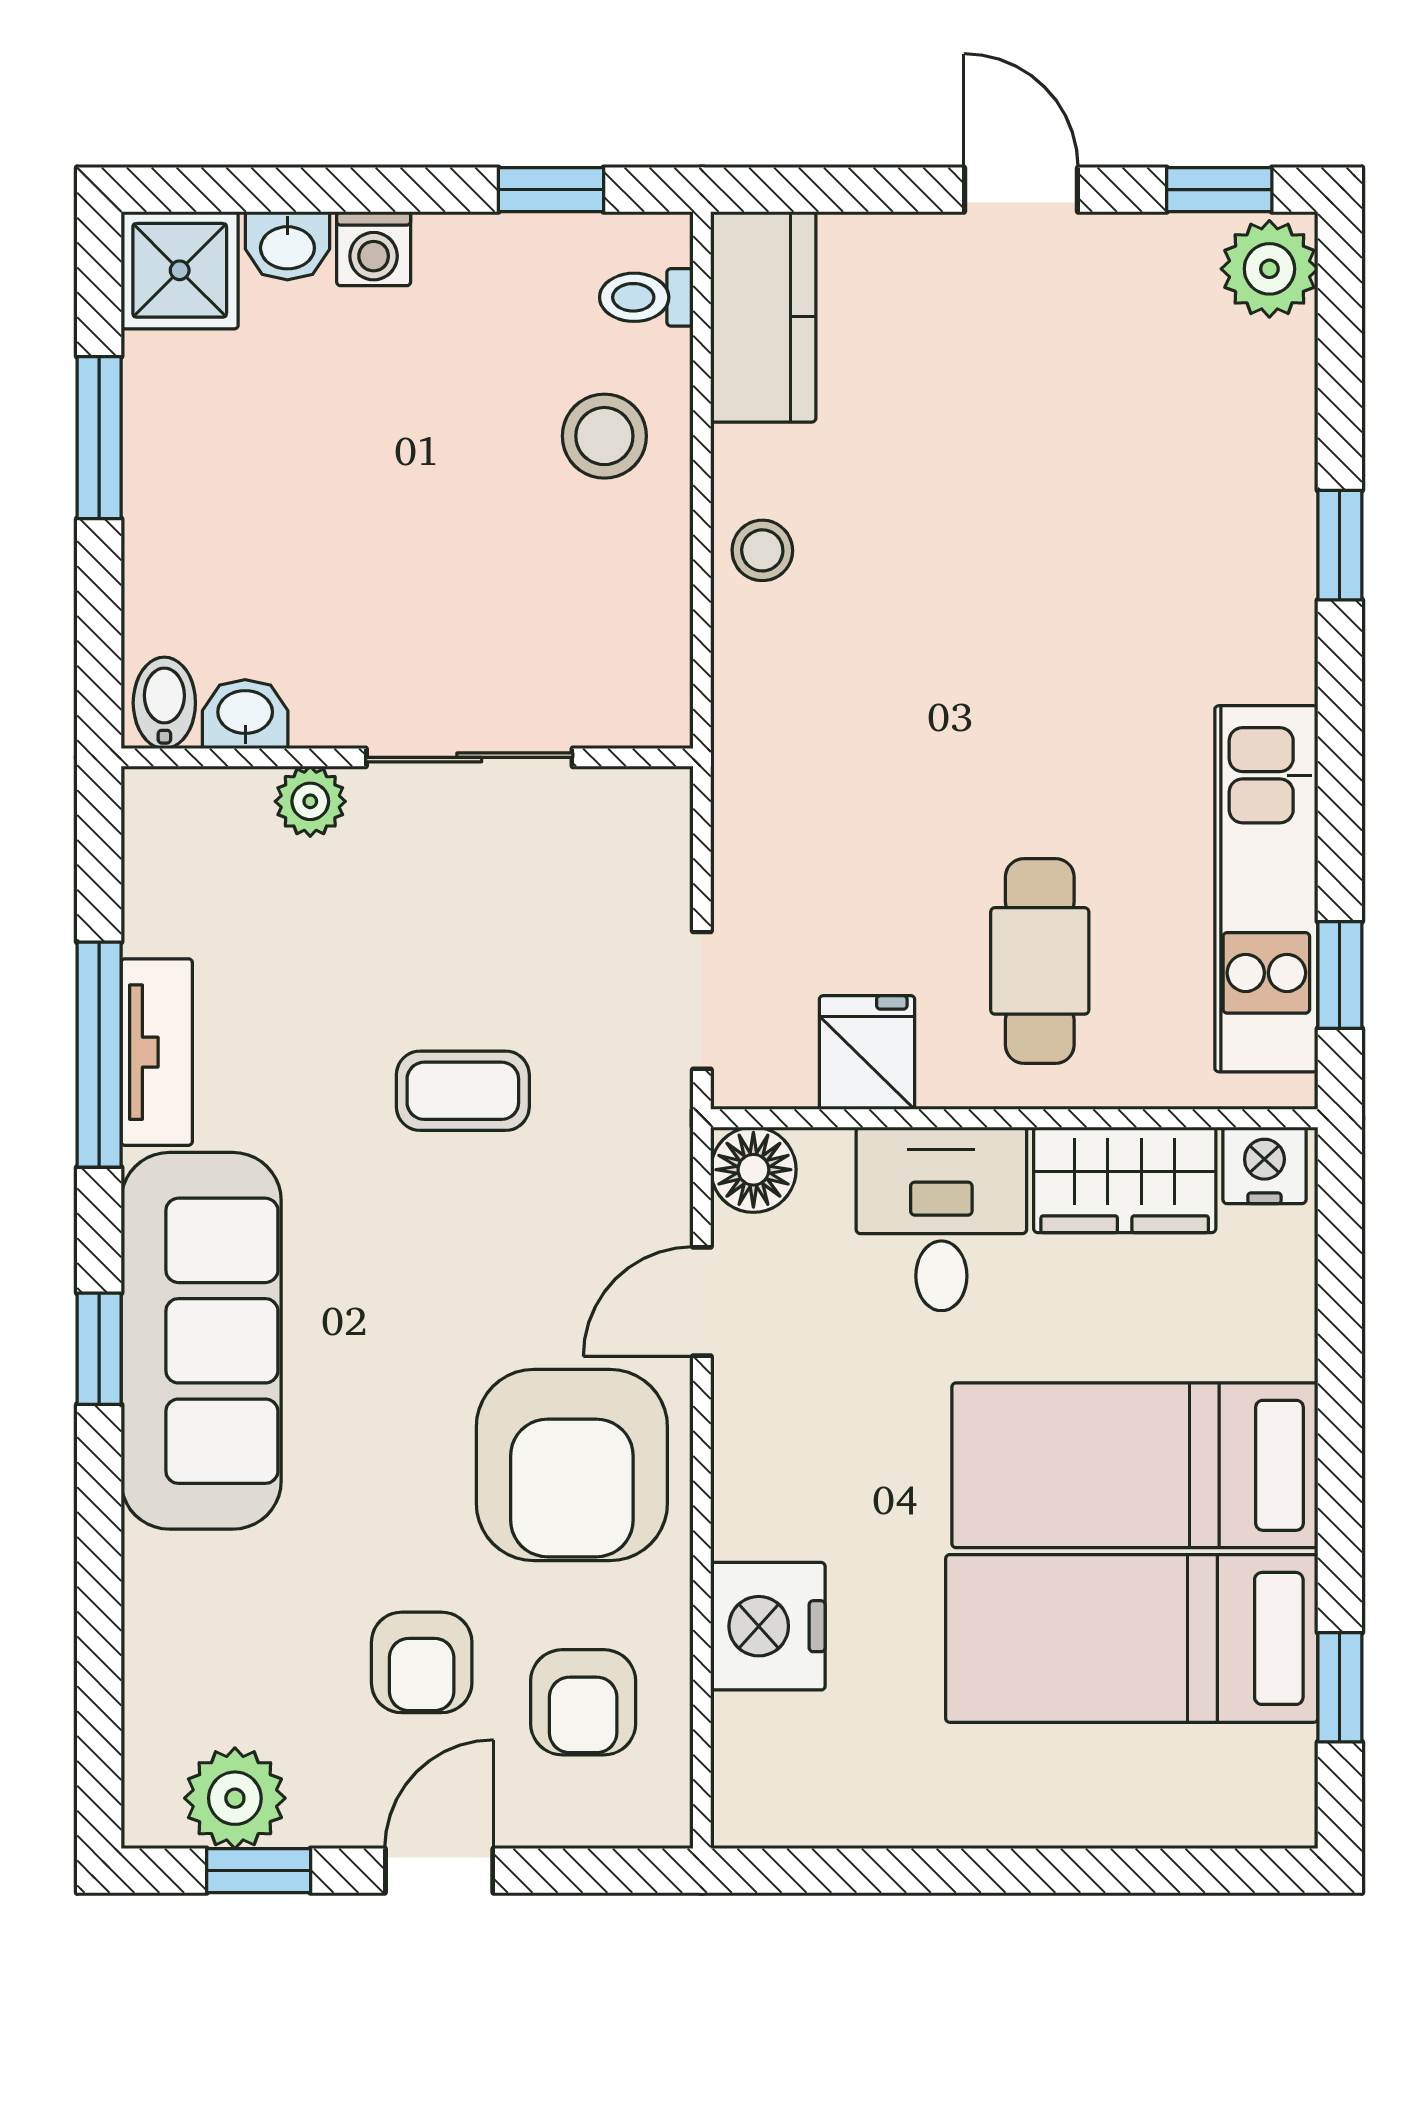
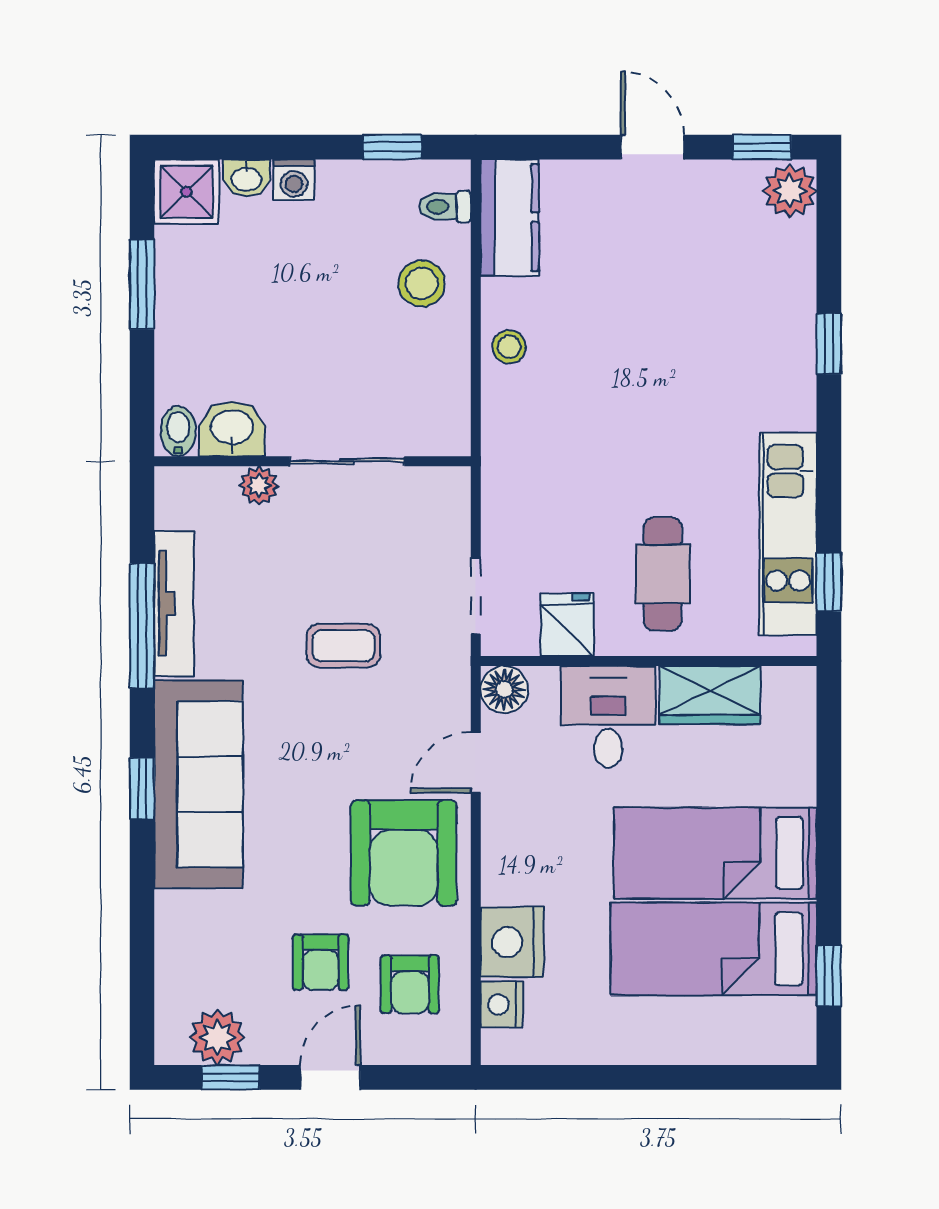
washbasin: (245, 714) -> (232, 429), width x1.38, depth x1.45
tv unit: (157, 1052) -> (174, 603), width x1.41
nightstand: (1264, 1165) -> (502, 1004), moved, turned -90

